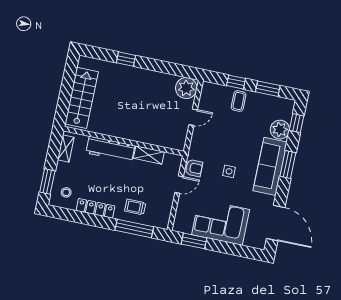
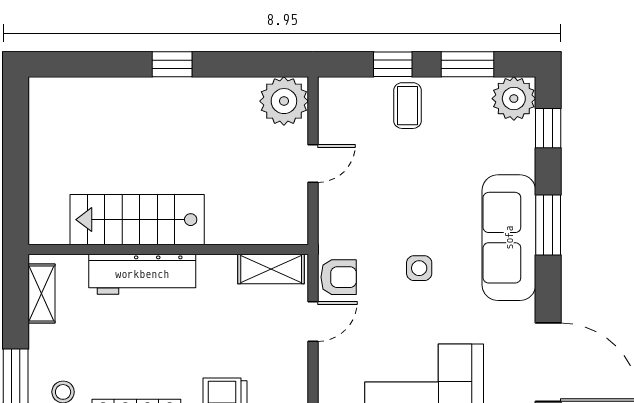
window: (126, 59) -> (172, 64), moved
stairs: (82, 98) -> (137, 220), moved, turned -90
plant: (280, 130) -> (514, 99), moved
shelving: (149, 155) -> (271, 269), moved

